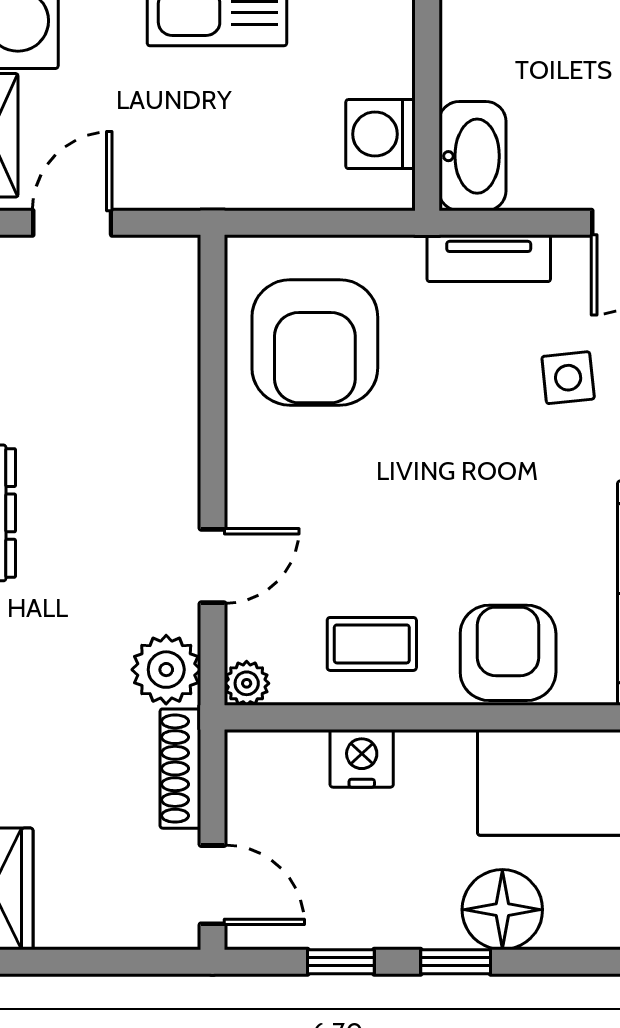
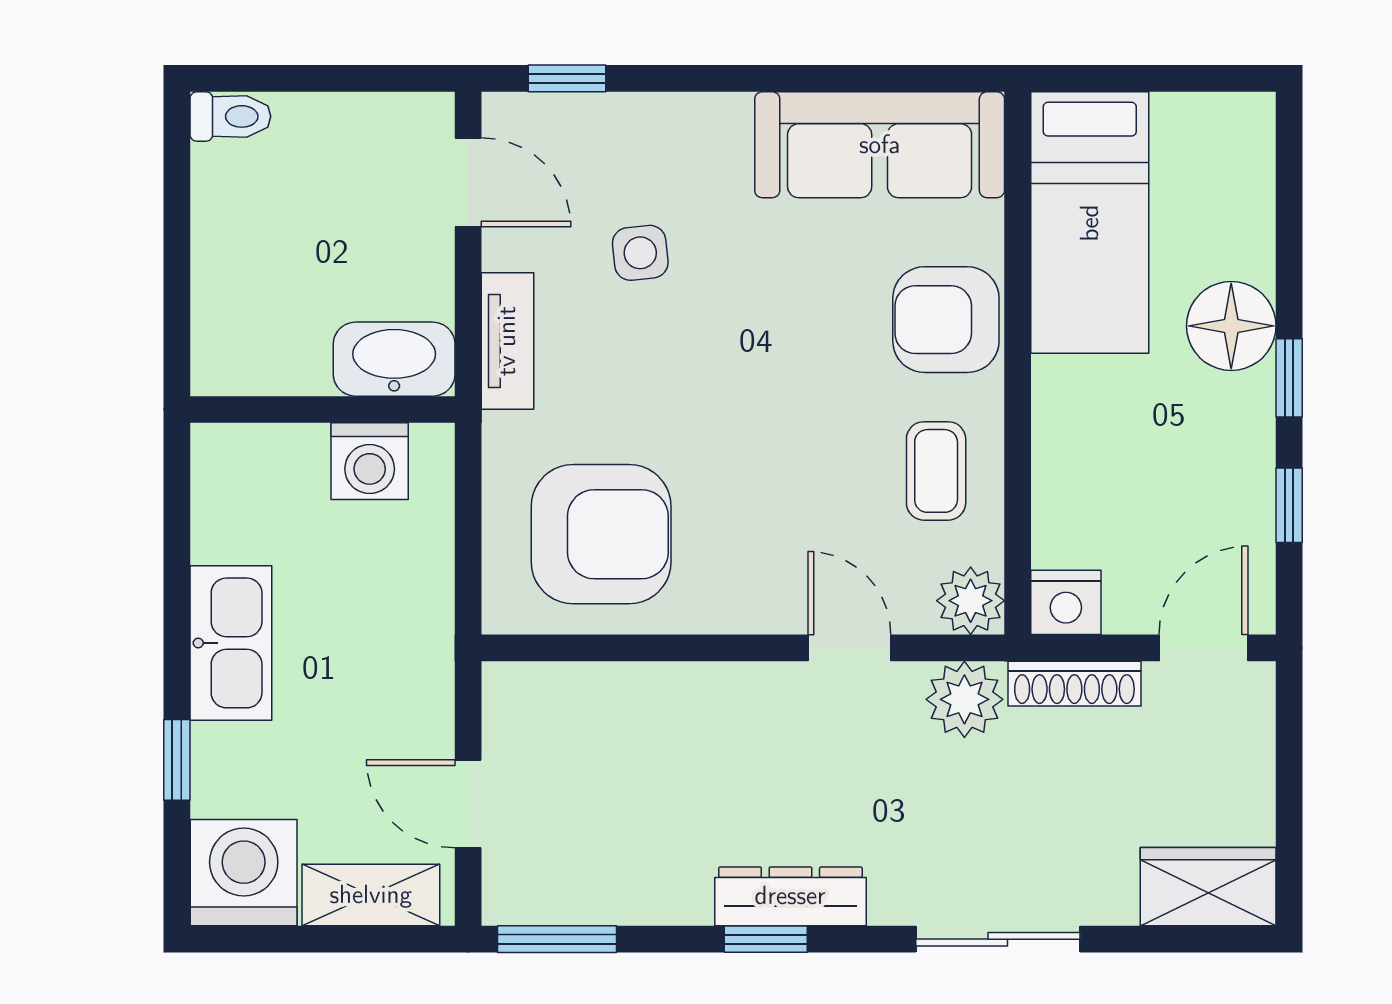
plant: (247, 683) -> (971, 601), width x1.38, depth x1.38
nightstand: (362, 758) -> (1066, 602), moved, turned -90

